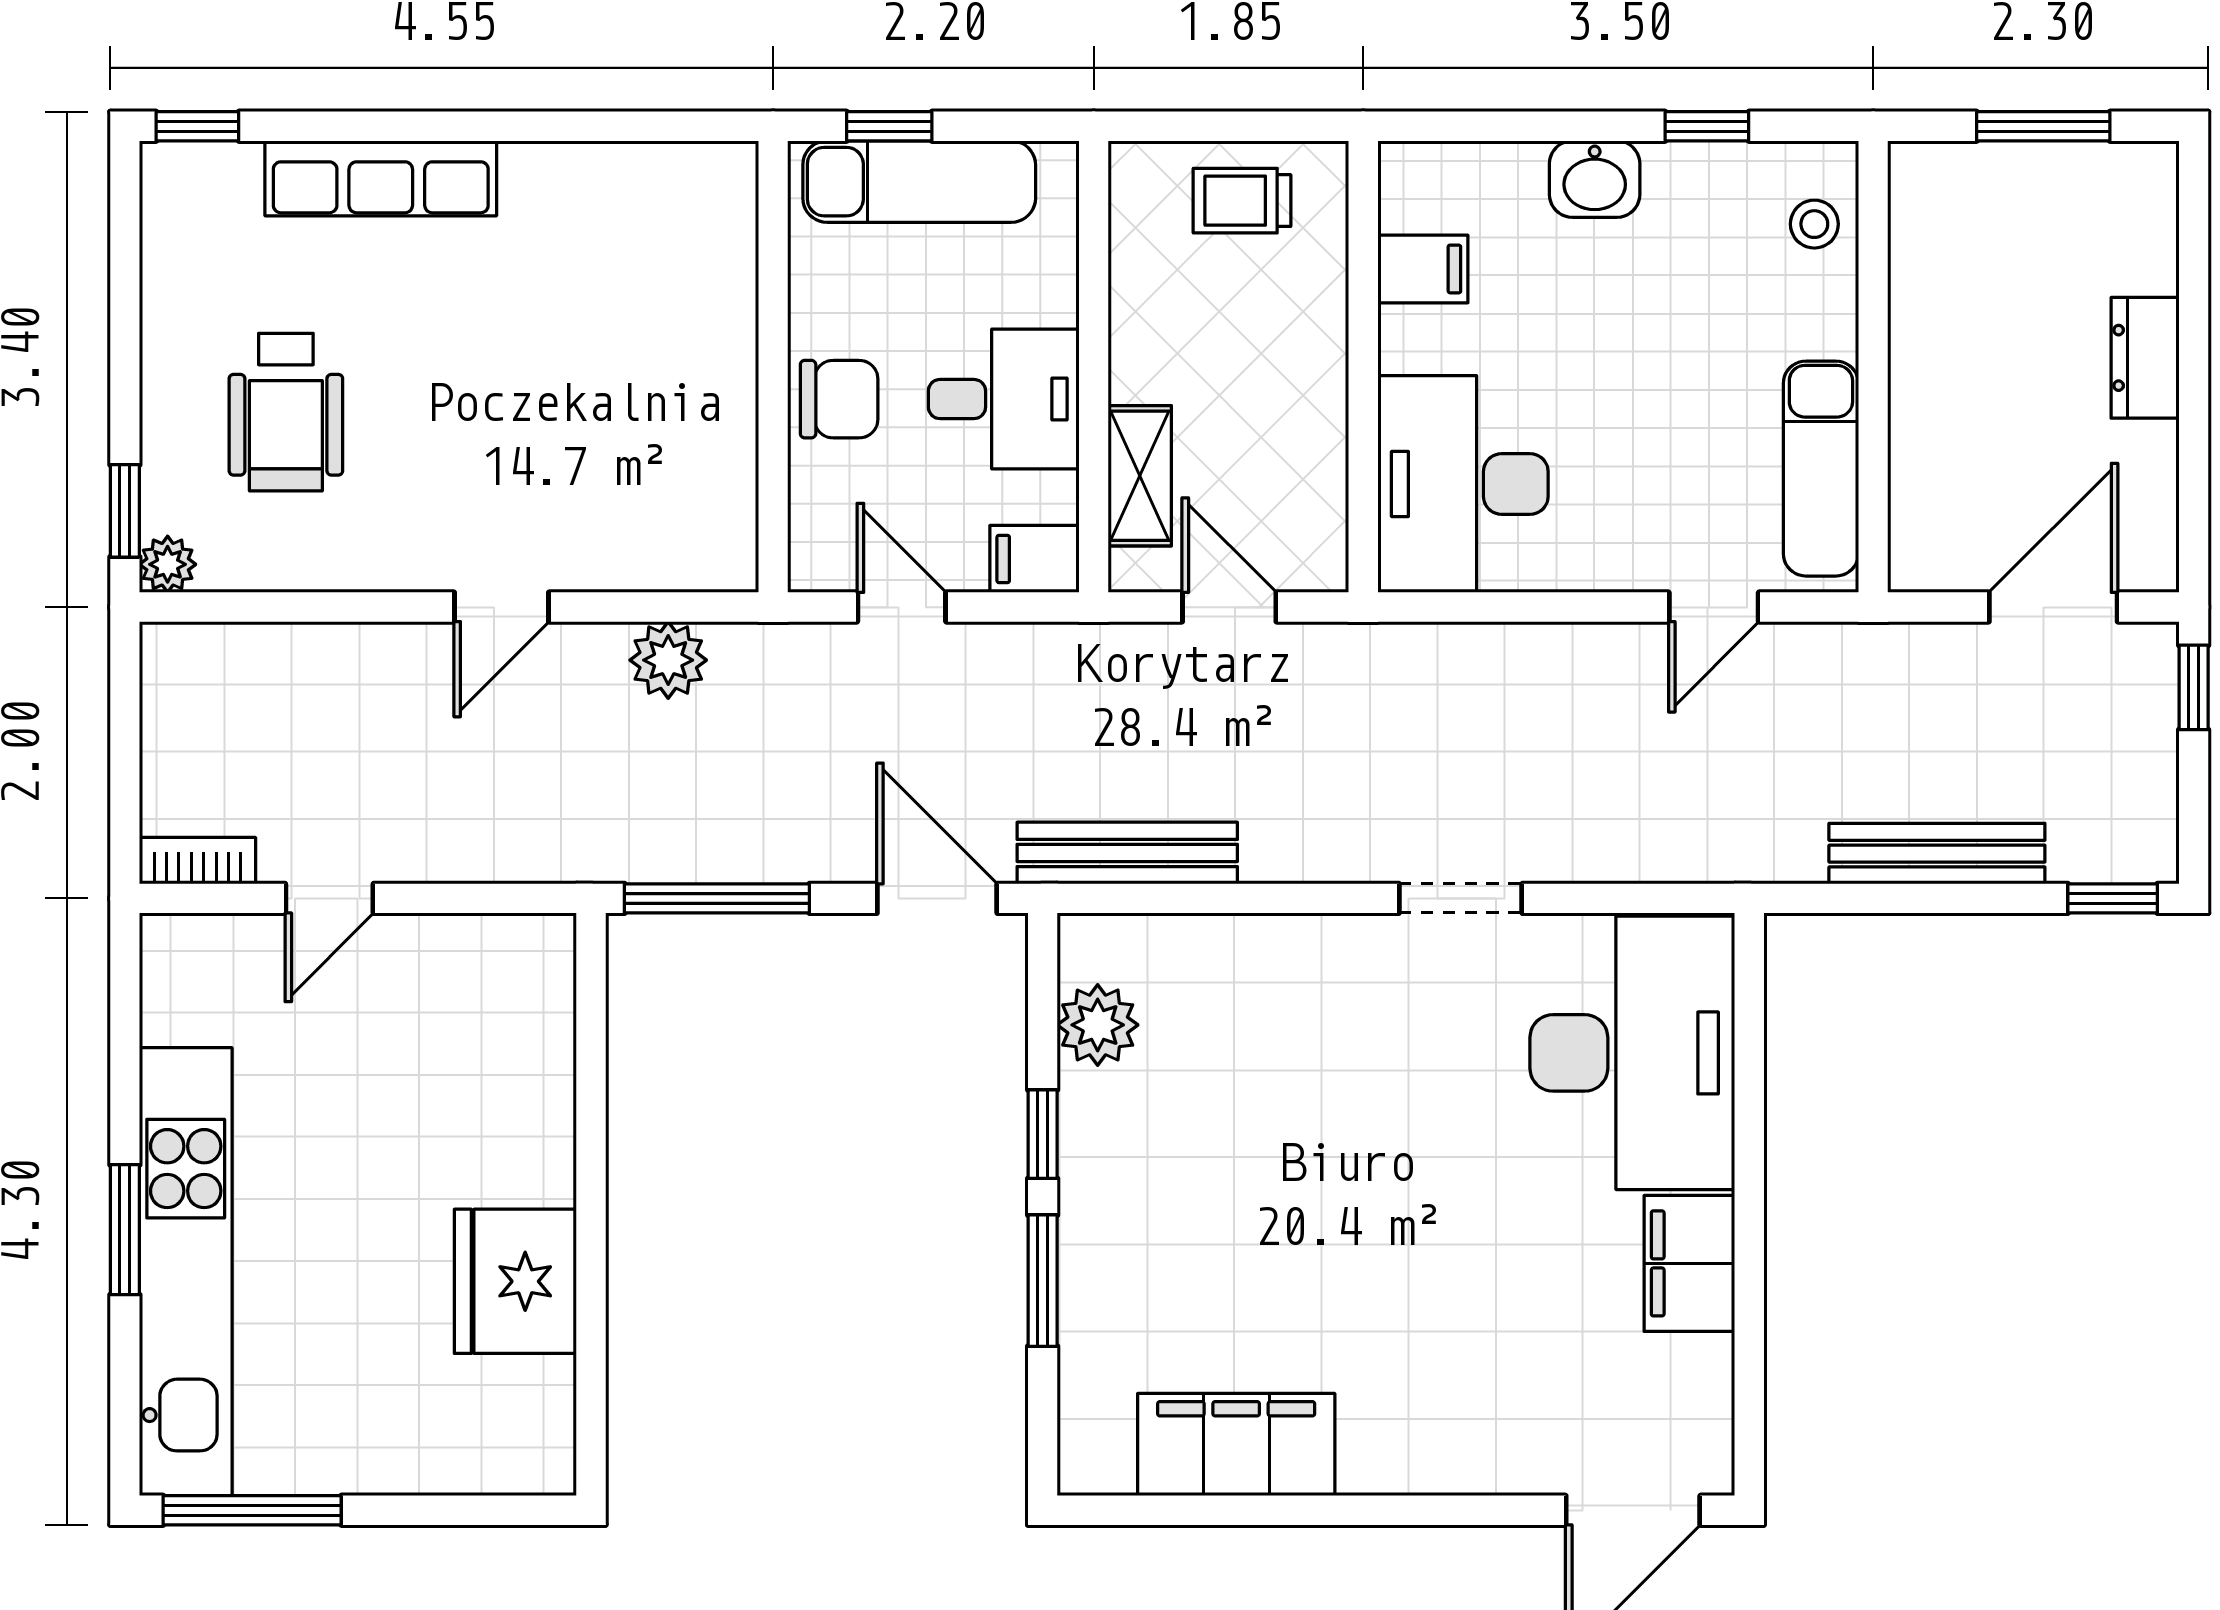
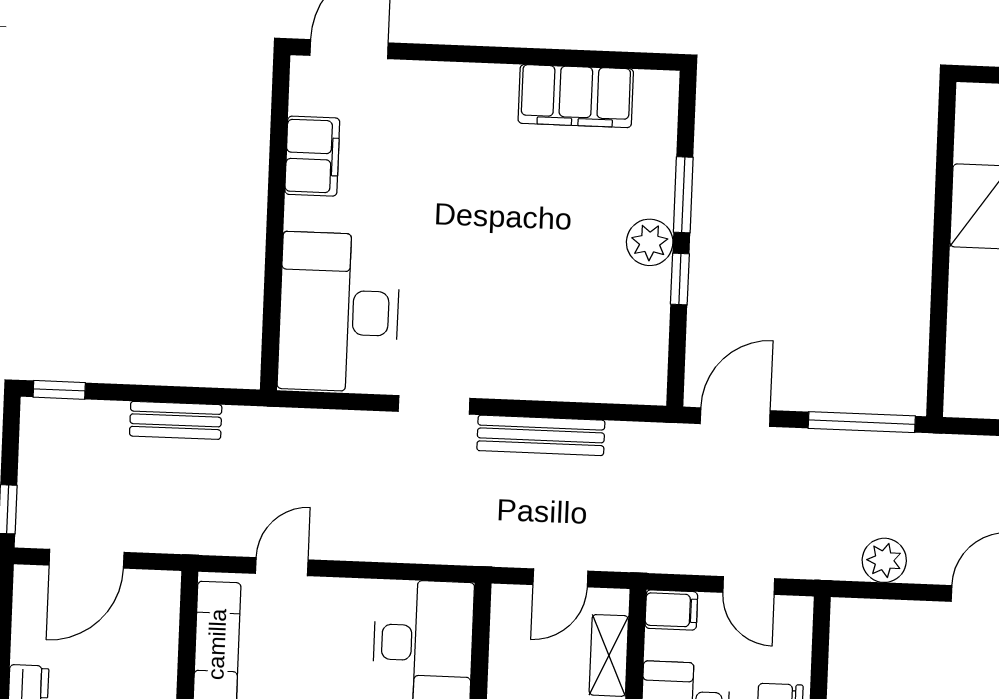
door: (1229, 607) -> (560, 578), hinge flipped
bench: (1127, 853) -> (541, 435), moved
bench: (1937, 854) -> (176, 420), width x0.73
door: (937, 898) -> (735, 417), swing flipped
plant: (1098, 1025) -> (650, 242), moved
filing cabinet: (1689, 1263) -> (312, 156), moved

